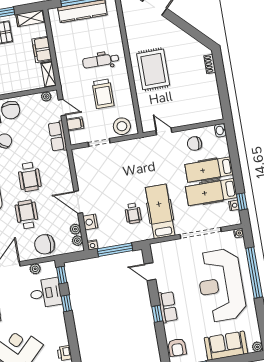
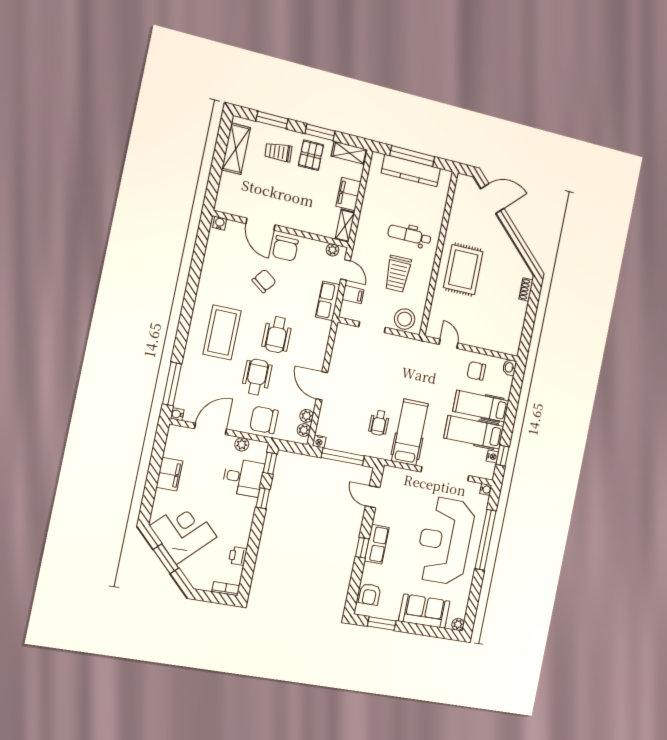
nightstand: (90, 222) -> (327, 414), removed

